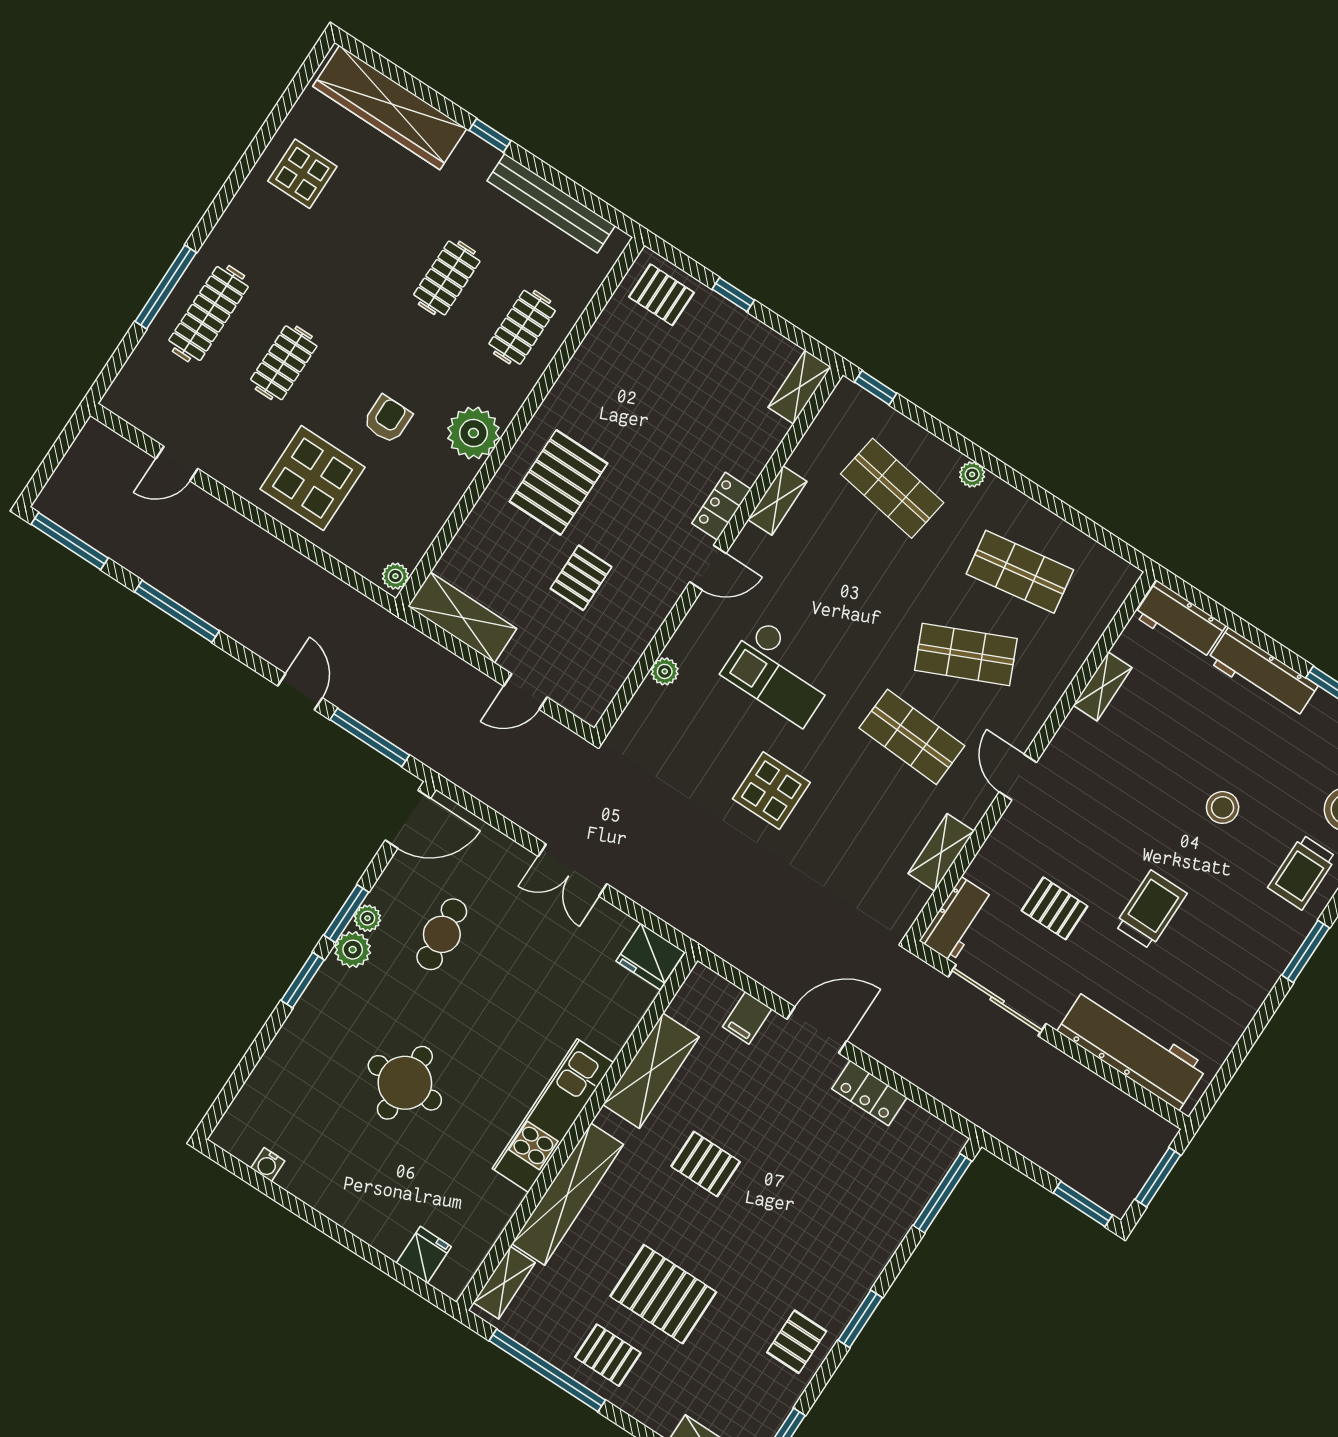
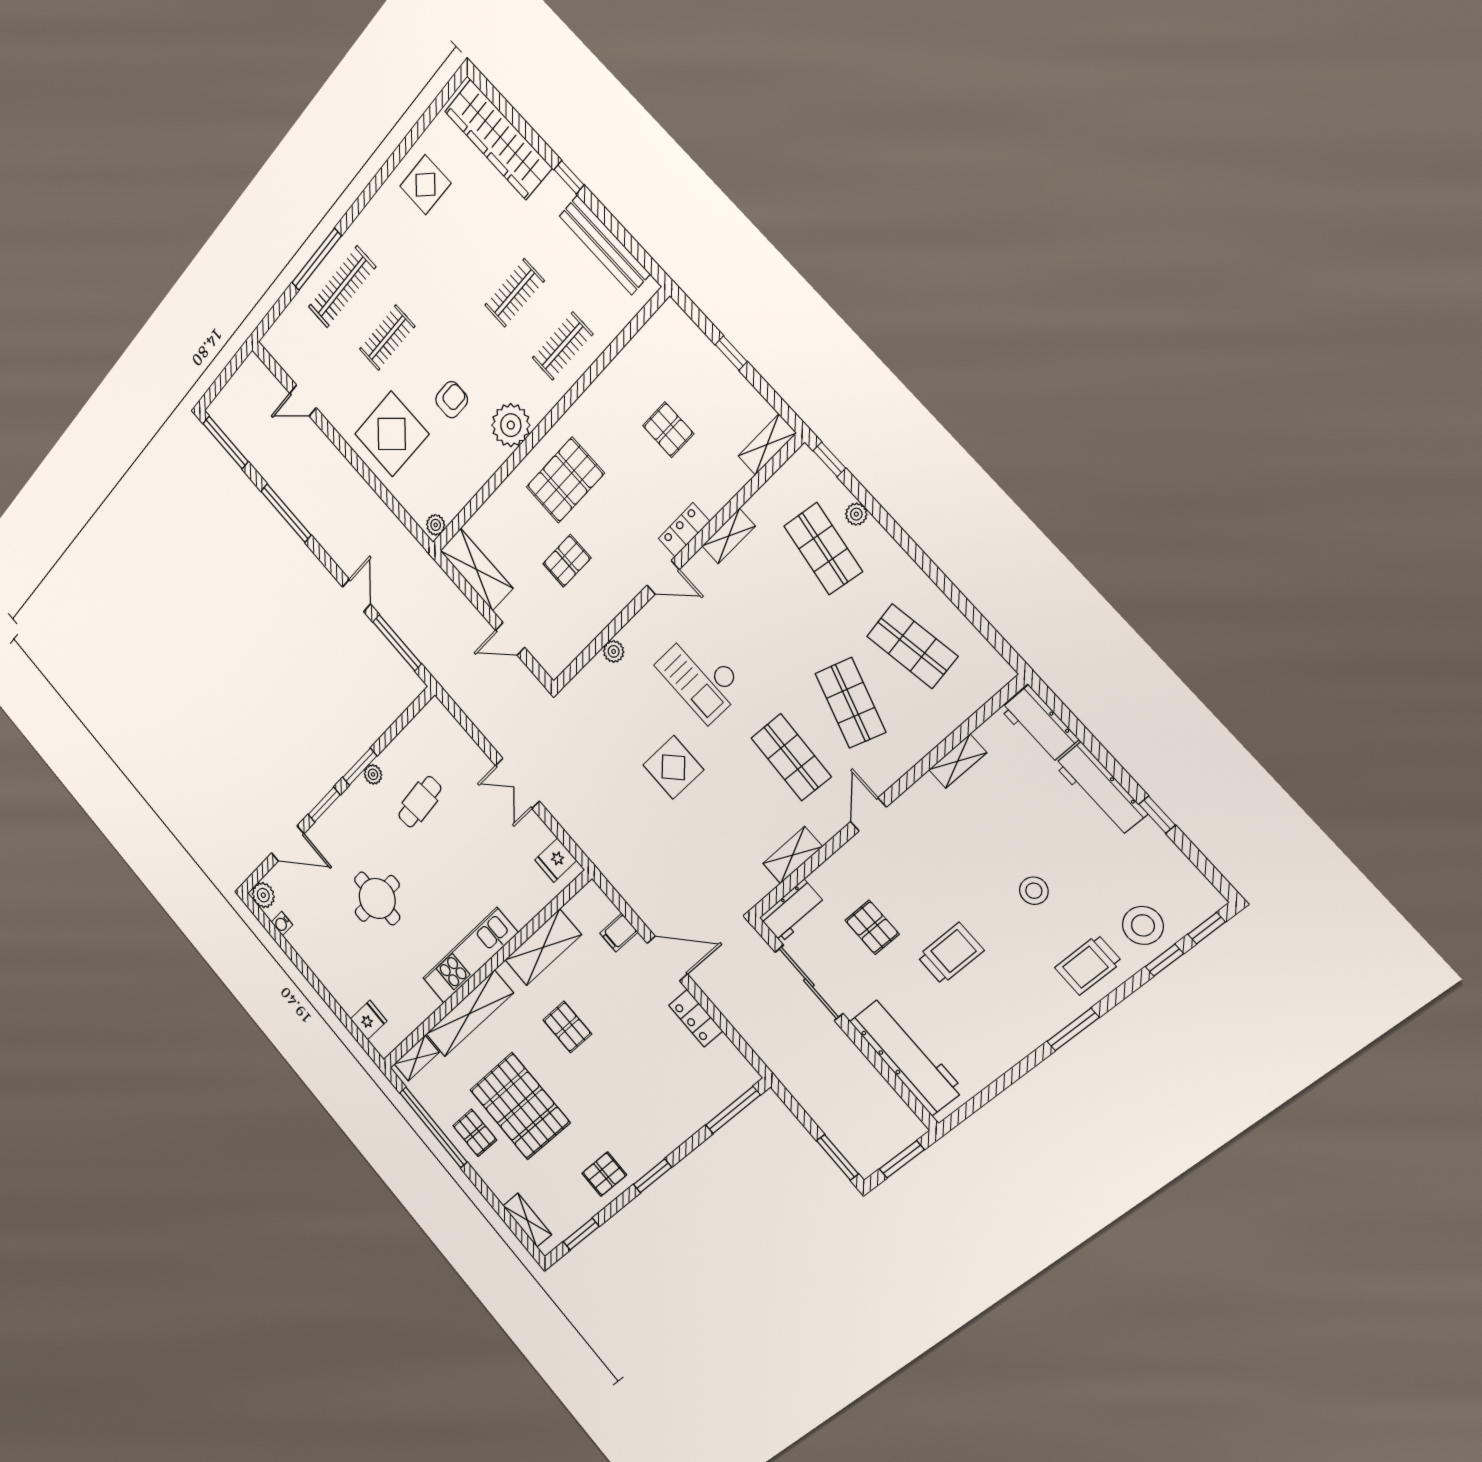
pallet: (661, 295) -> (668, 430), moved
plant: (972, 474) -> (856, 514), moved
shop shelf: (966, 654) -> (850, 703), turned 42
door: (408, 819) -> (288, 843), moved
plant: (353, 950) -> (263, 895), moved
fridge: (650, 956) -> (556, 860), width x0.72
pallet: (663, 1294) -> (520, 1106), width x1.37, depth x1.41

